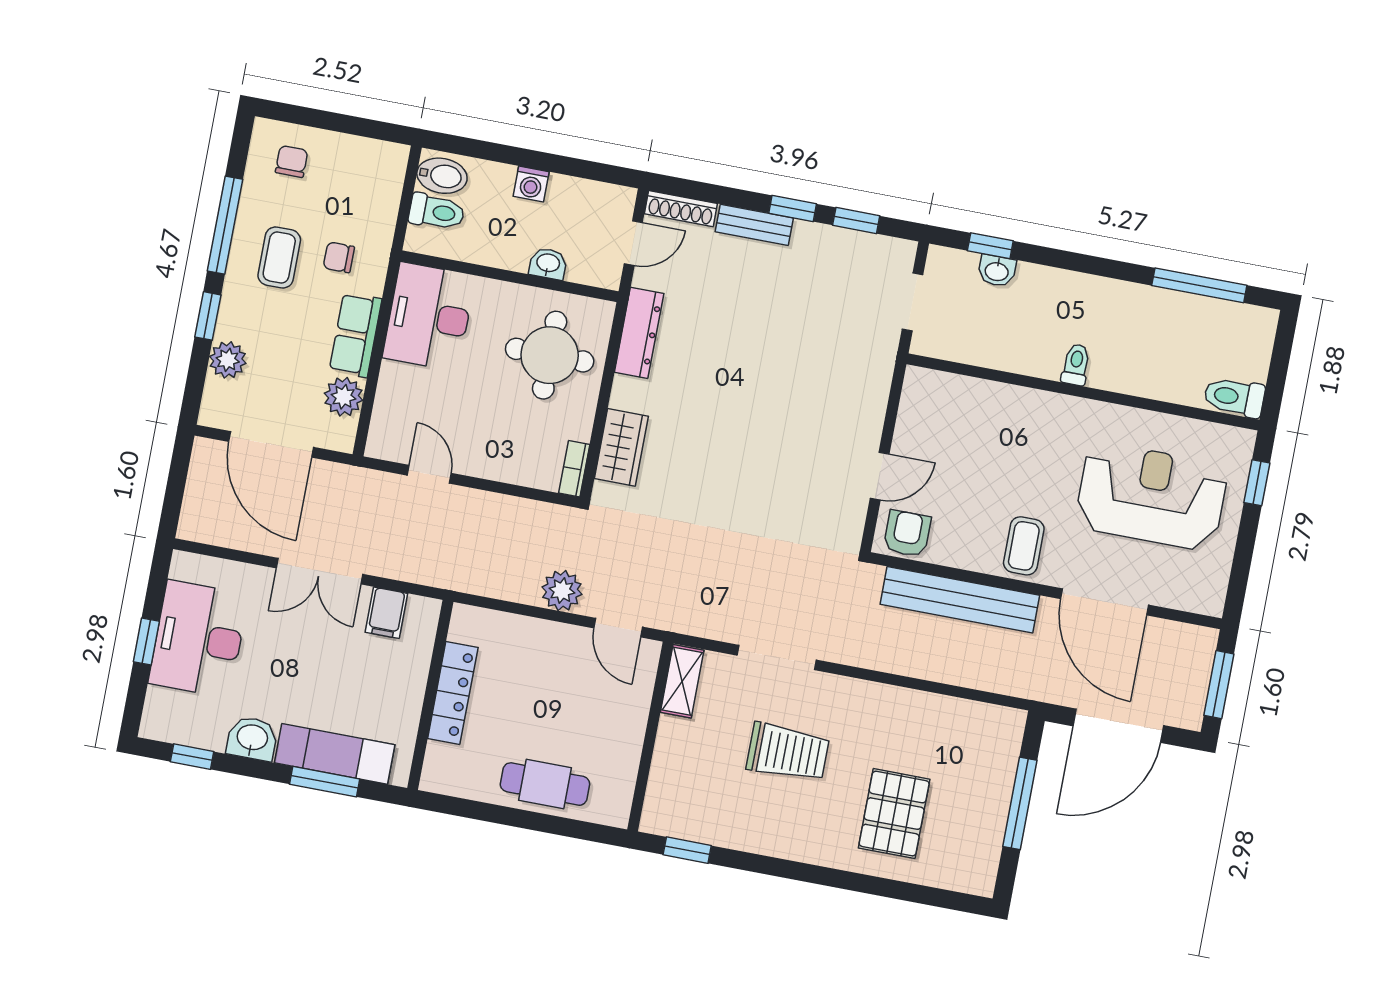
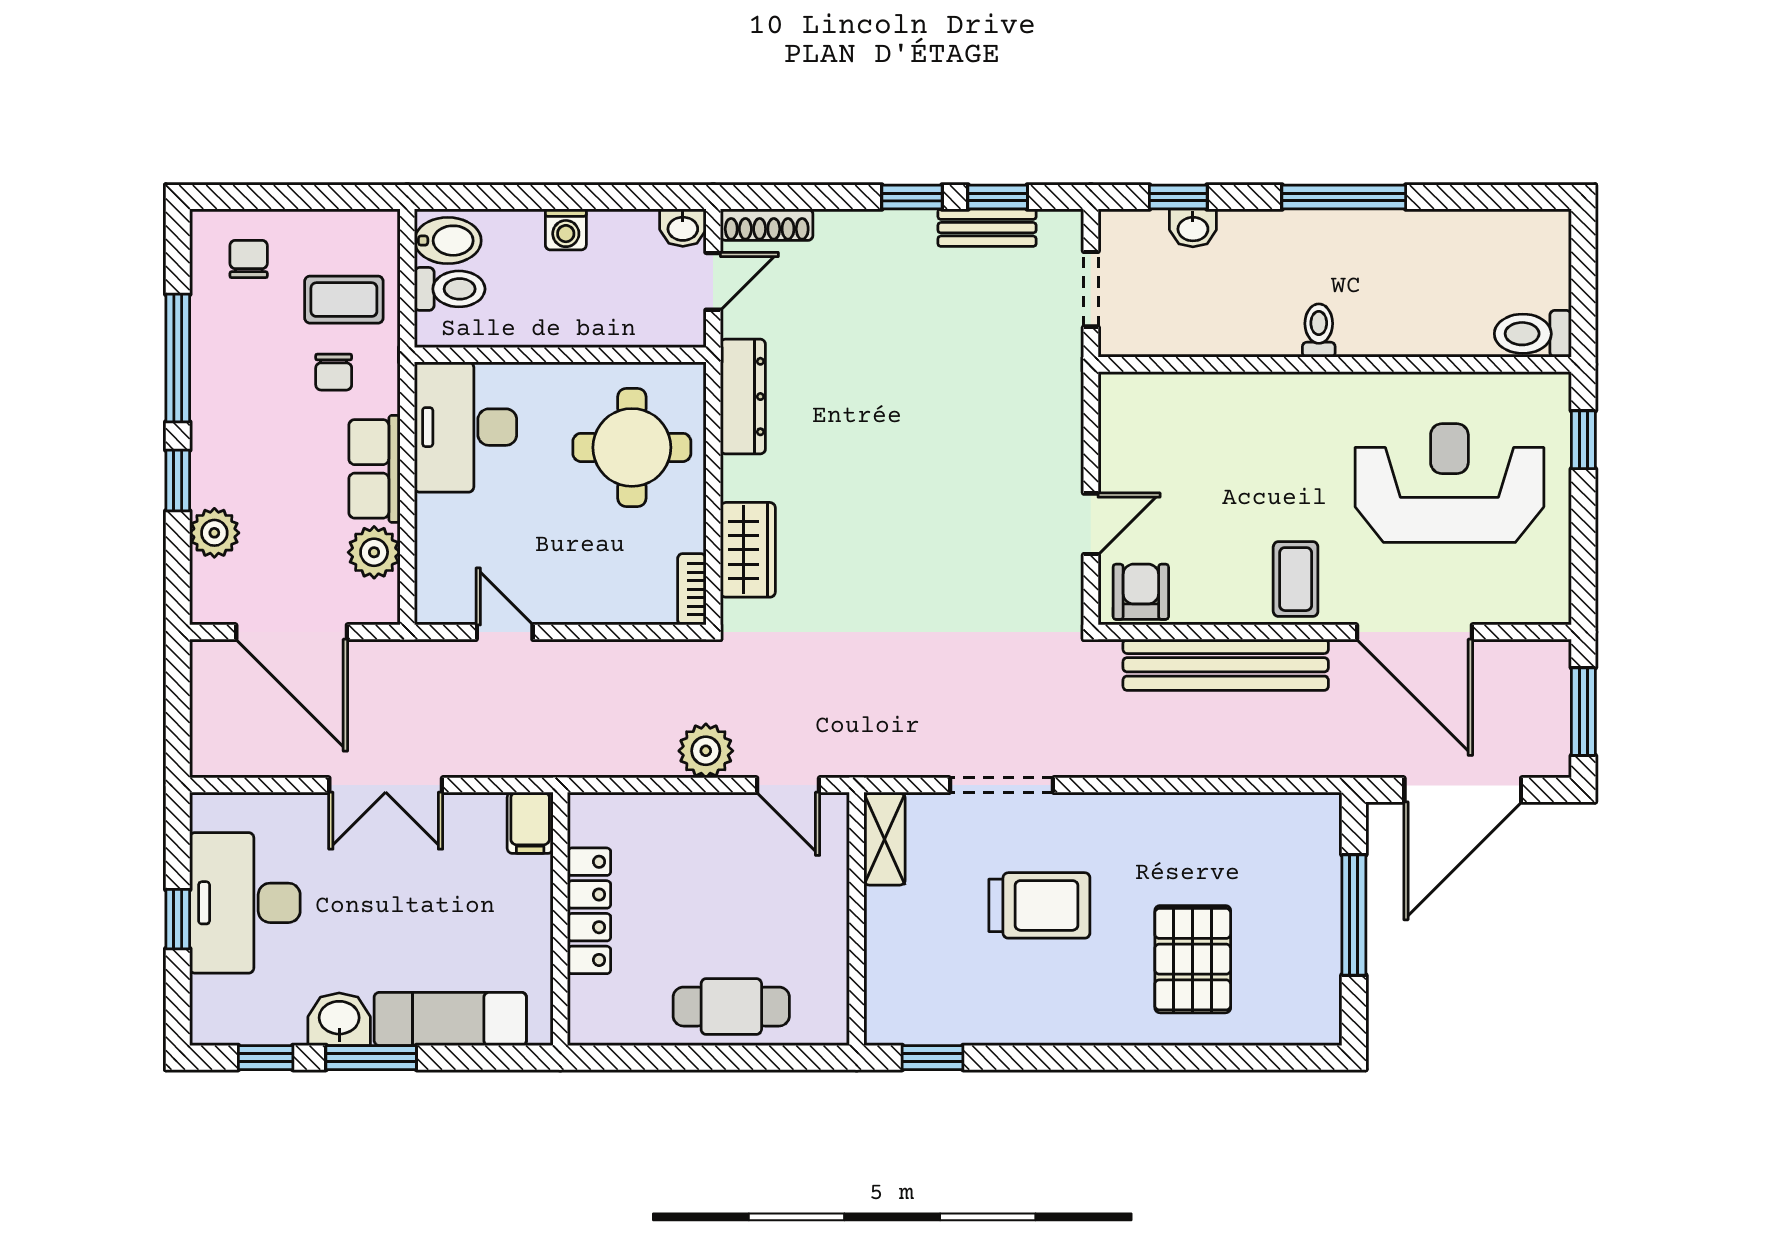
bench: (754, 225) -> (987, 228), moved
coffee table: (279, 257) -> (344, 300), moved, turned 90
chair: (339, 257) -> (334, 372), turned -90
washbasin: (548, 264) -> (683, 228), moved, turned 180
window: (1199, 285) -> (1344, 197), moved
filing cabinet: (386, 613) -> (530, 823), moved
window: (325, 782) -> (371, 1058), moved

